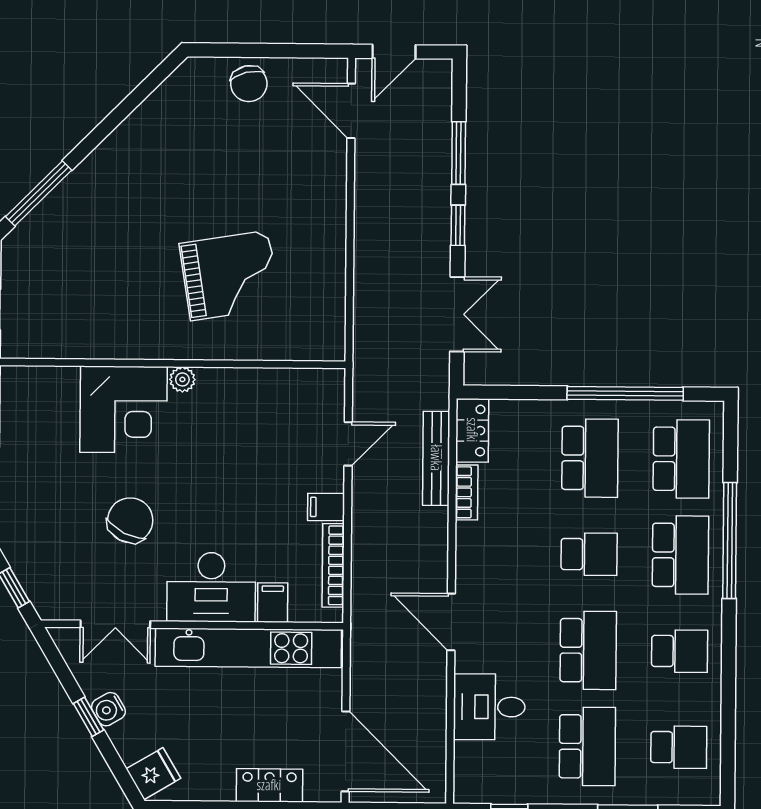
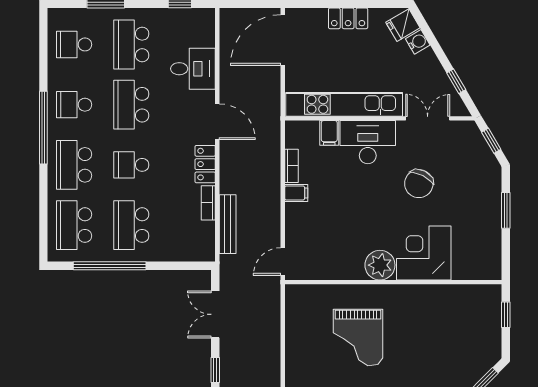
grand piano: (230, 276) -> (358, 337), turned -81
plant: (182, 379) -> (380, 265), width x1.88, depth x1.88
locker: (472, 430) -> (205, 164), moved
door: (348, 444) -> (283, 262), moved
window: (730, 541) -> (43, 128), moved
bookcase: (333, 565) -> (292, 166), width x0.64
water cooler: (108, 709) -> (418, 42), moved
window: (88, 717) -> (456, 81), moved
door: (346, 751) -> (283, 40), hinge flipped
locker: (269, 785) -> (348, 18), moved

